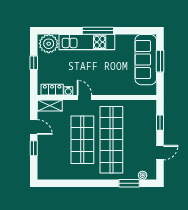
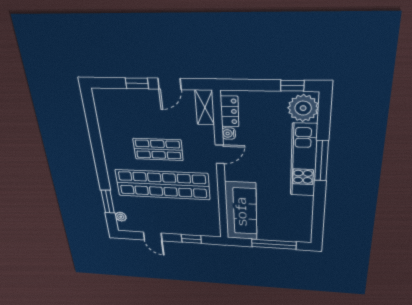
window: (98, 31) -> (321, 161), moved
sofa: (146, 60) -> (241, 211), moved, turned 90
window: (160, 61) -> (274, 244), width x1.44
window: (34, 63) -> (292, 86), moved
shop shelf: (82, 140) -> (158, 149), width x0.70, depth x0.74

